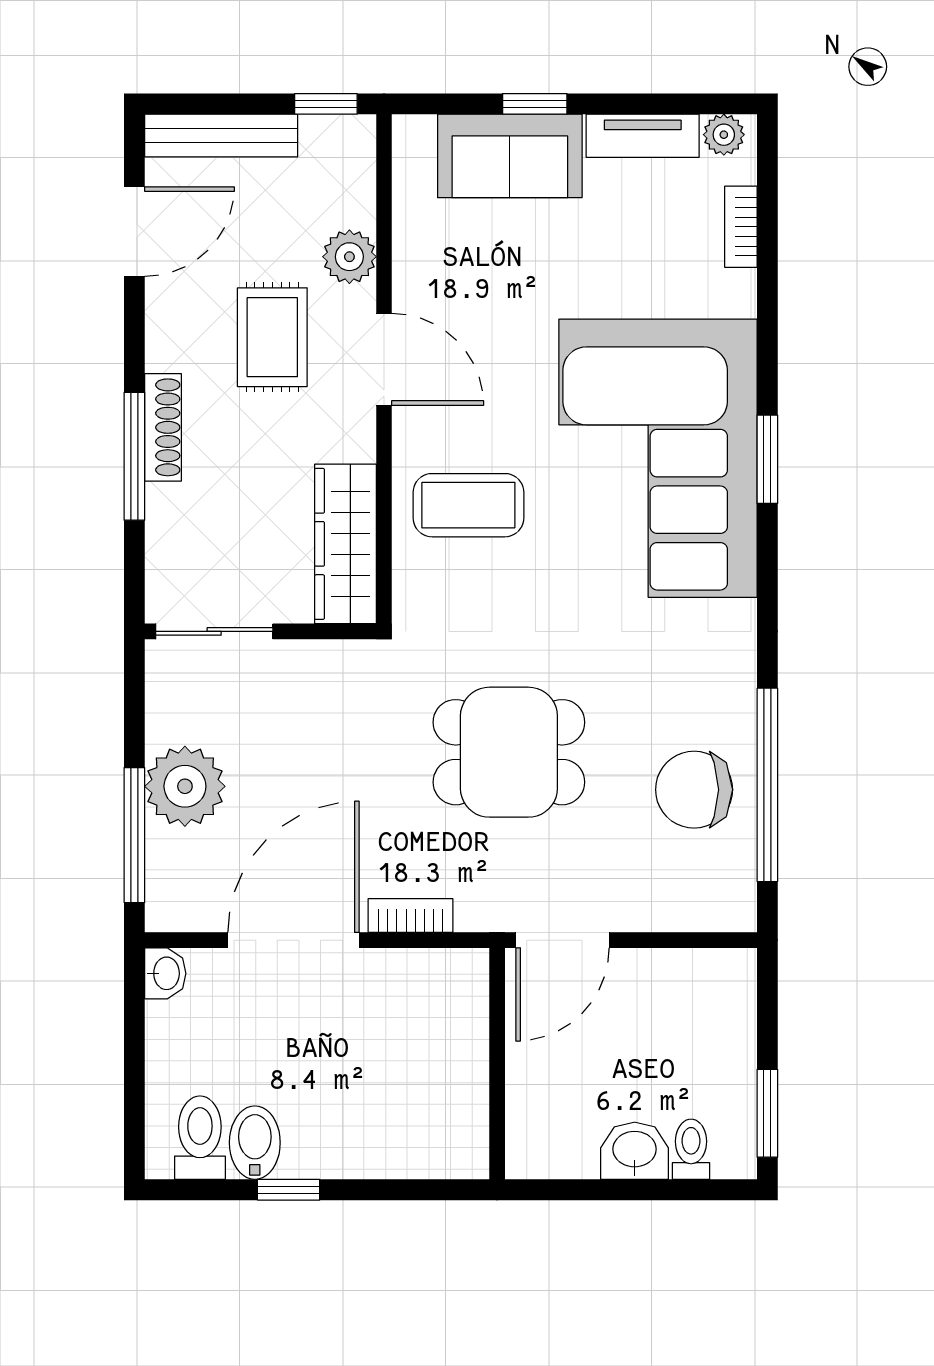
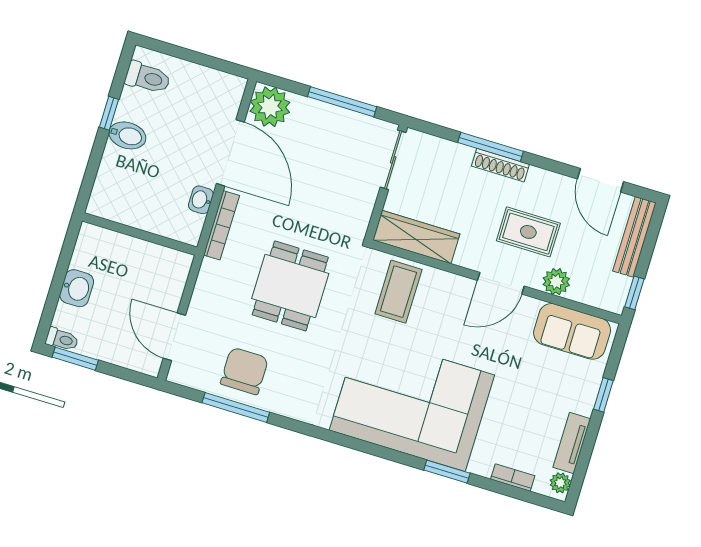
sofa: (510, 156) -> (572, 331), moved, turned -90
window: (767, 459) -> (447, 472), moved
coffee table: (468, 505) -> (398, 292), moved
window: (767, 785) -> (236, 408), width x0.68
plant: (185, 786) -> (270, 107), moved
window: (134, 835) -> (342, 102), moved
bookcase: (411, 915) -> (221, 225), width x1.56
door: (562, 940) -> (174, 337), moved
washbasin: (165, 973) -> (201, 200), moved, turned 90
bidet: (255, 1143) -> (127, 135), moved
toilet: (691, 1149) -> (62, 339), moved

